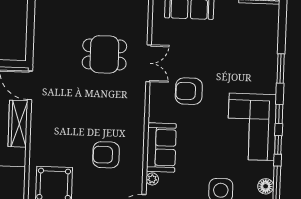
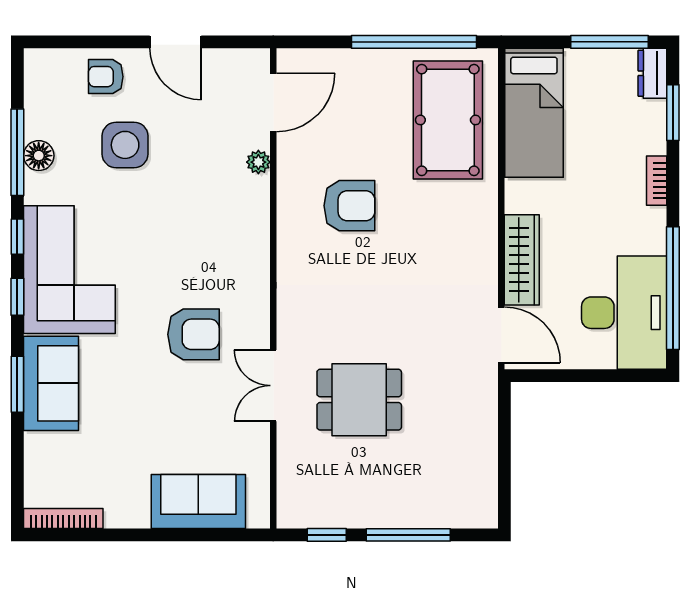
sofa: (161, 147) -> (51, 383), moved, turned 180

